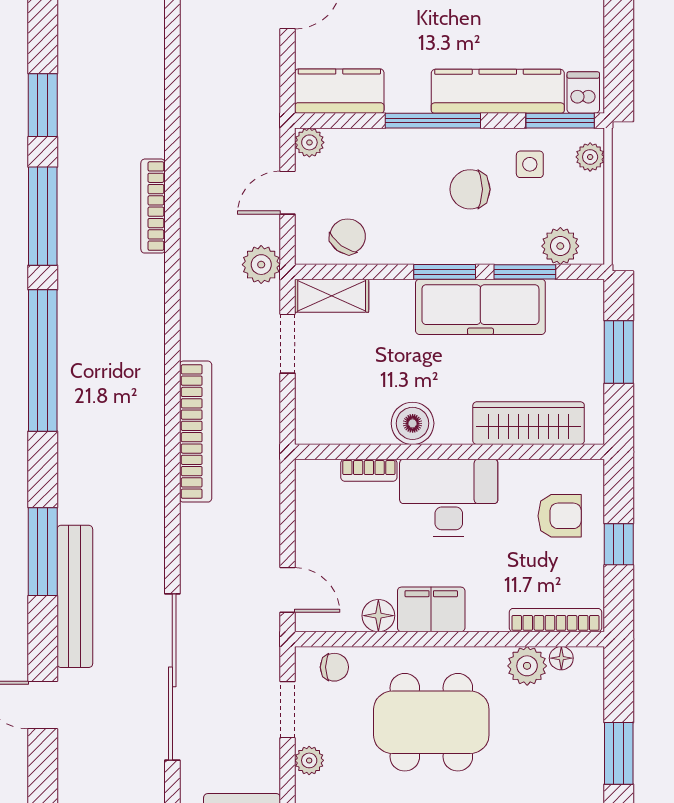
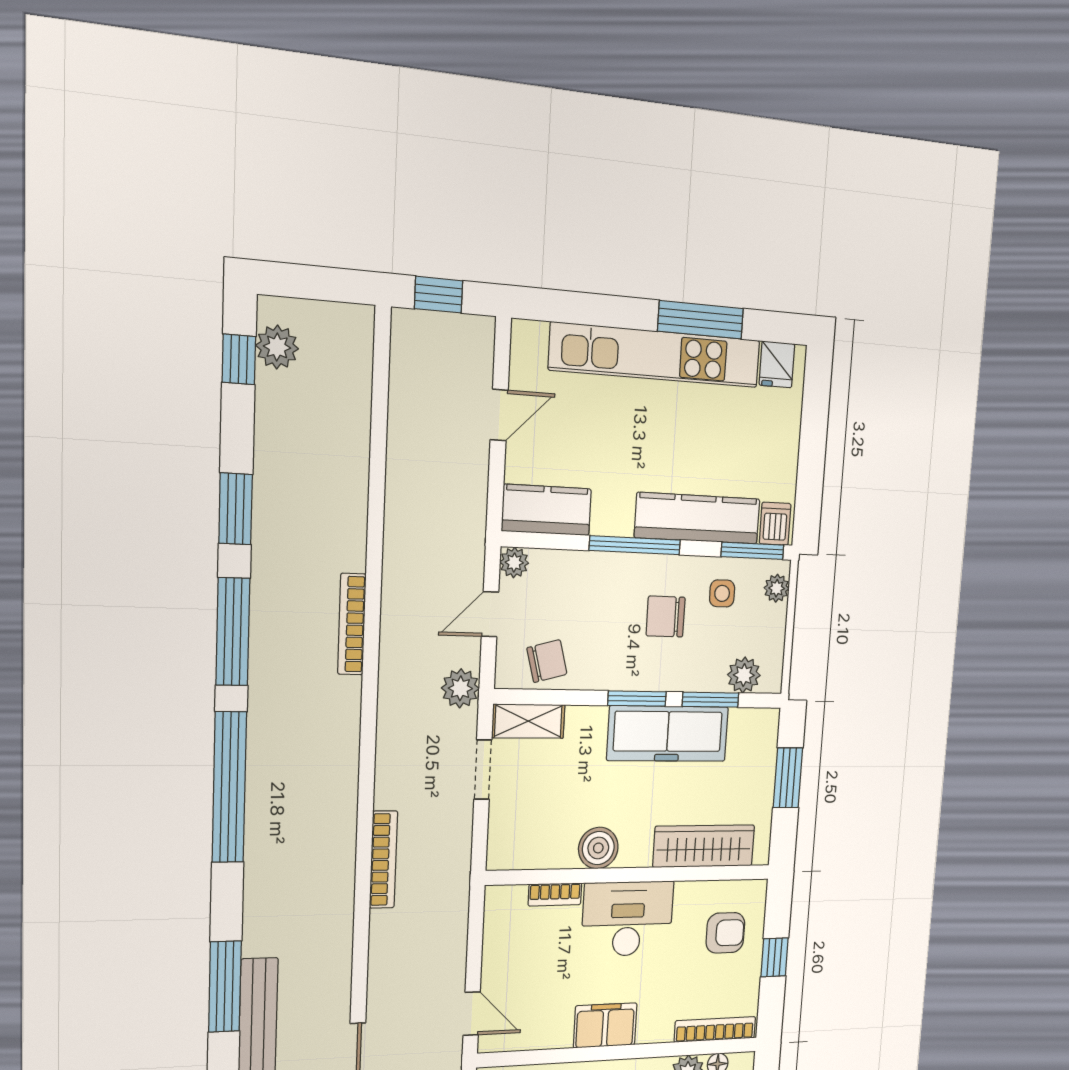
chair: (348, 236) -> (547, 661), turned 39
bookcase: (196, 432) -> (383, 860), width x0.68, depth x0.76
floor lamp: (378, 616) -> (556, 1034), removed

